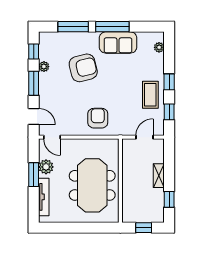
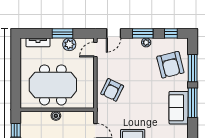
plant: (44, 67) -> (146, 42), moved
armchair: (83, 68) -> (170, 65), moved
armchair: (98, 118) -> (112, 90), turned 116
boiler: (127, 182) -> (56, 116), added
tv unit: (44, 197) -> (38, 42), width x0.71

